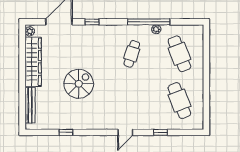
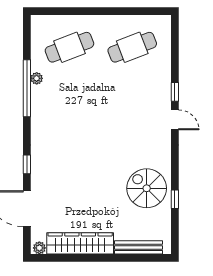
cafe table: (132, 54) -> (69, 111), removed
spiral stairs: (79, 84) -> (147, 188), moved
window: (161, 132) -> (175, 92), moved

